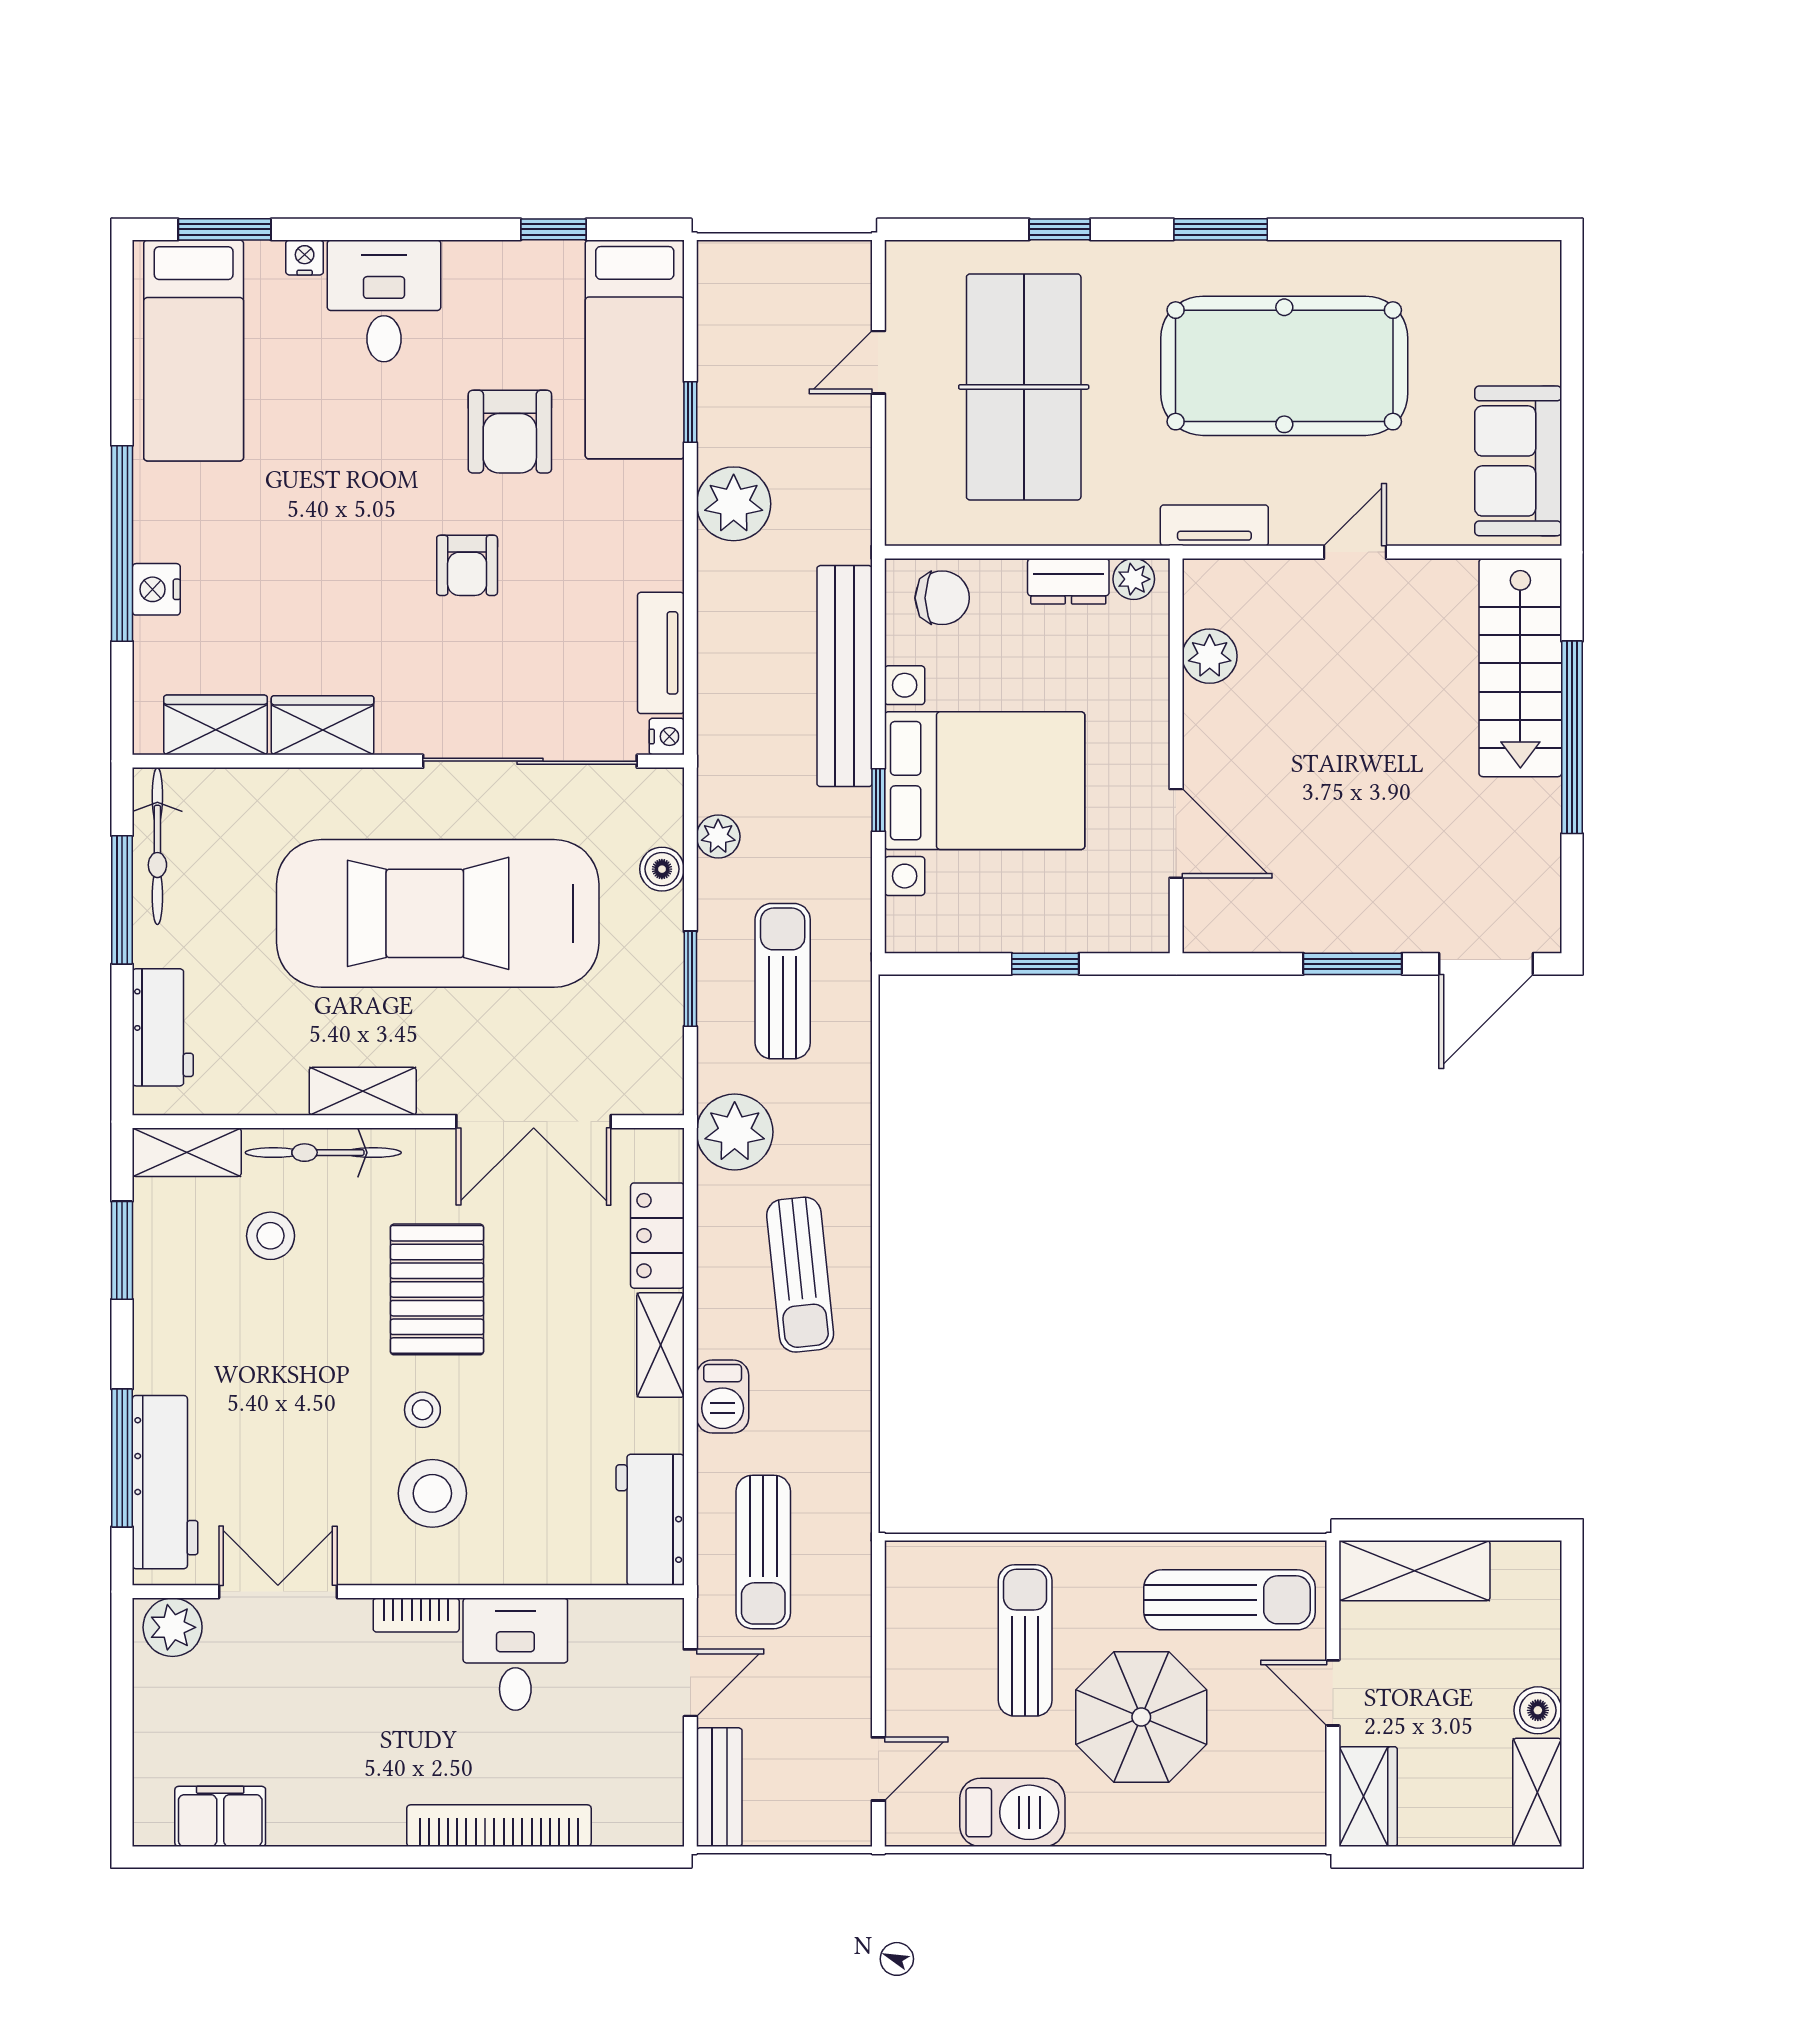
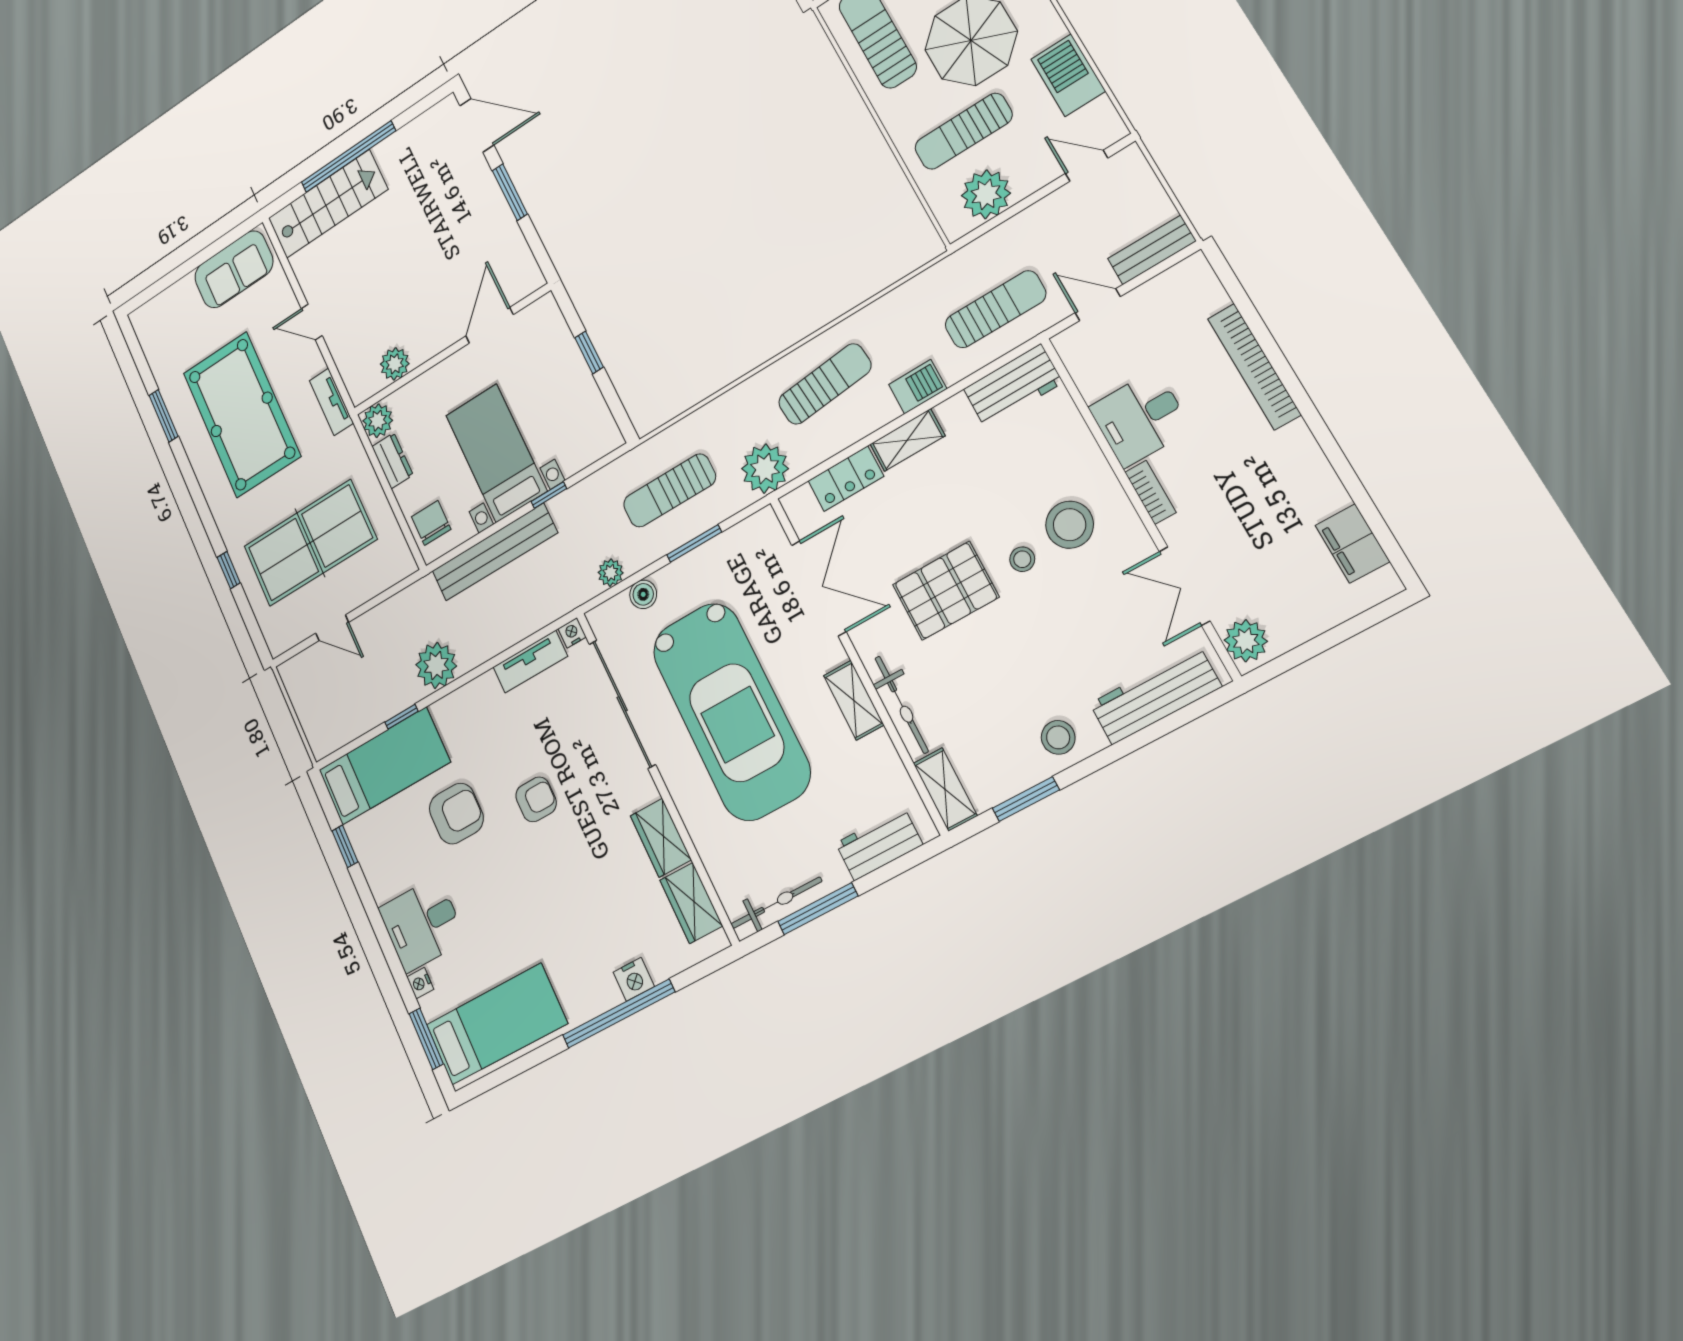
window: (1221, 229) -> (164, 416), moved
plant: (1134, 579) -> (378, 421), width x1.38, depth x1.38
bed with nightstands: (985, 781) -> (496, 453), width x0.73
stool: (271, 1236) -> (1058, 737), moved
window: (122, 1458) -> (1155, 731), removed
plant: (922, 1623) -> (986, 194), added

